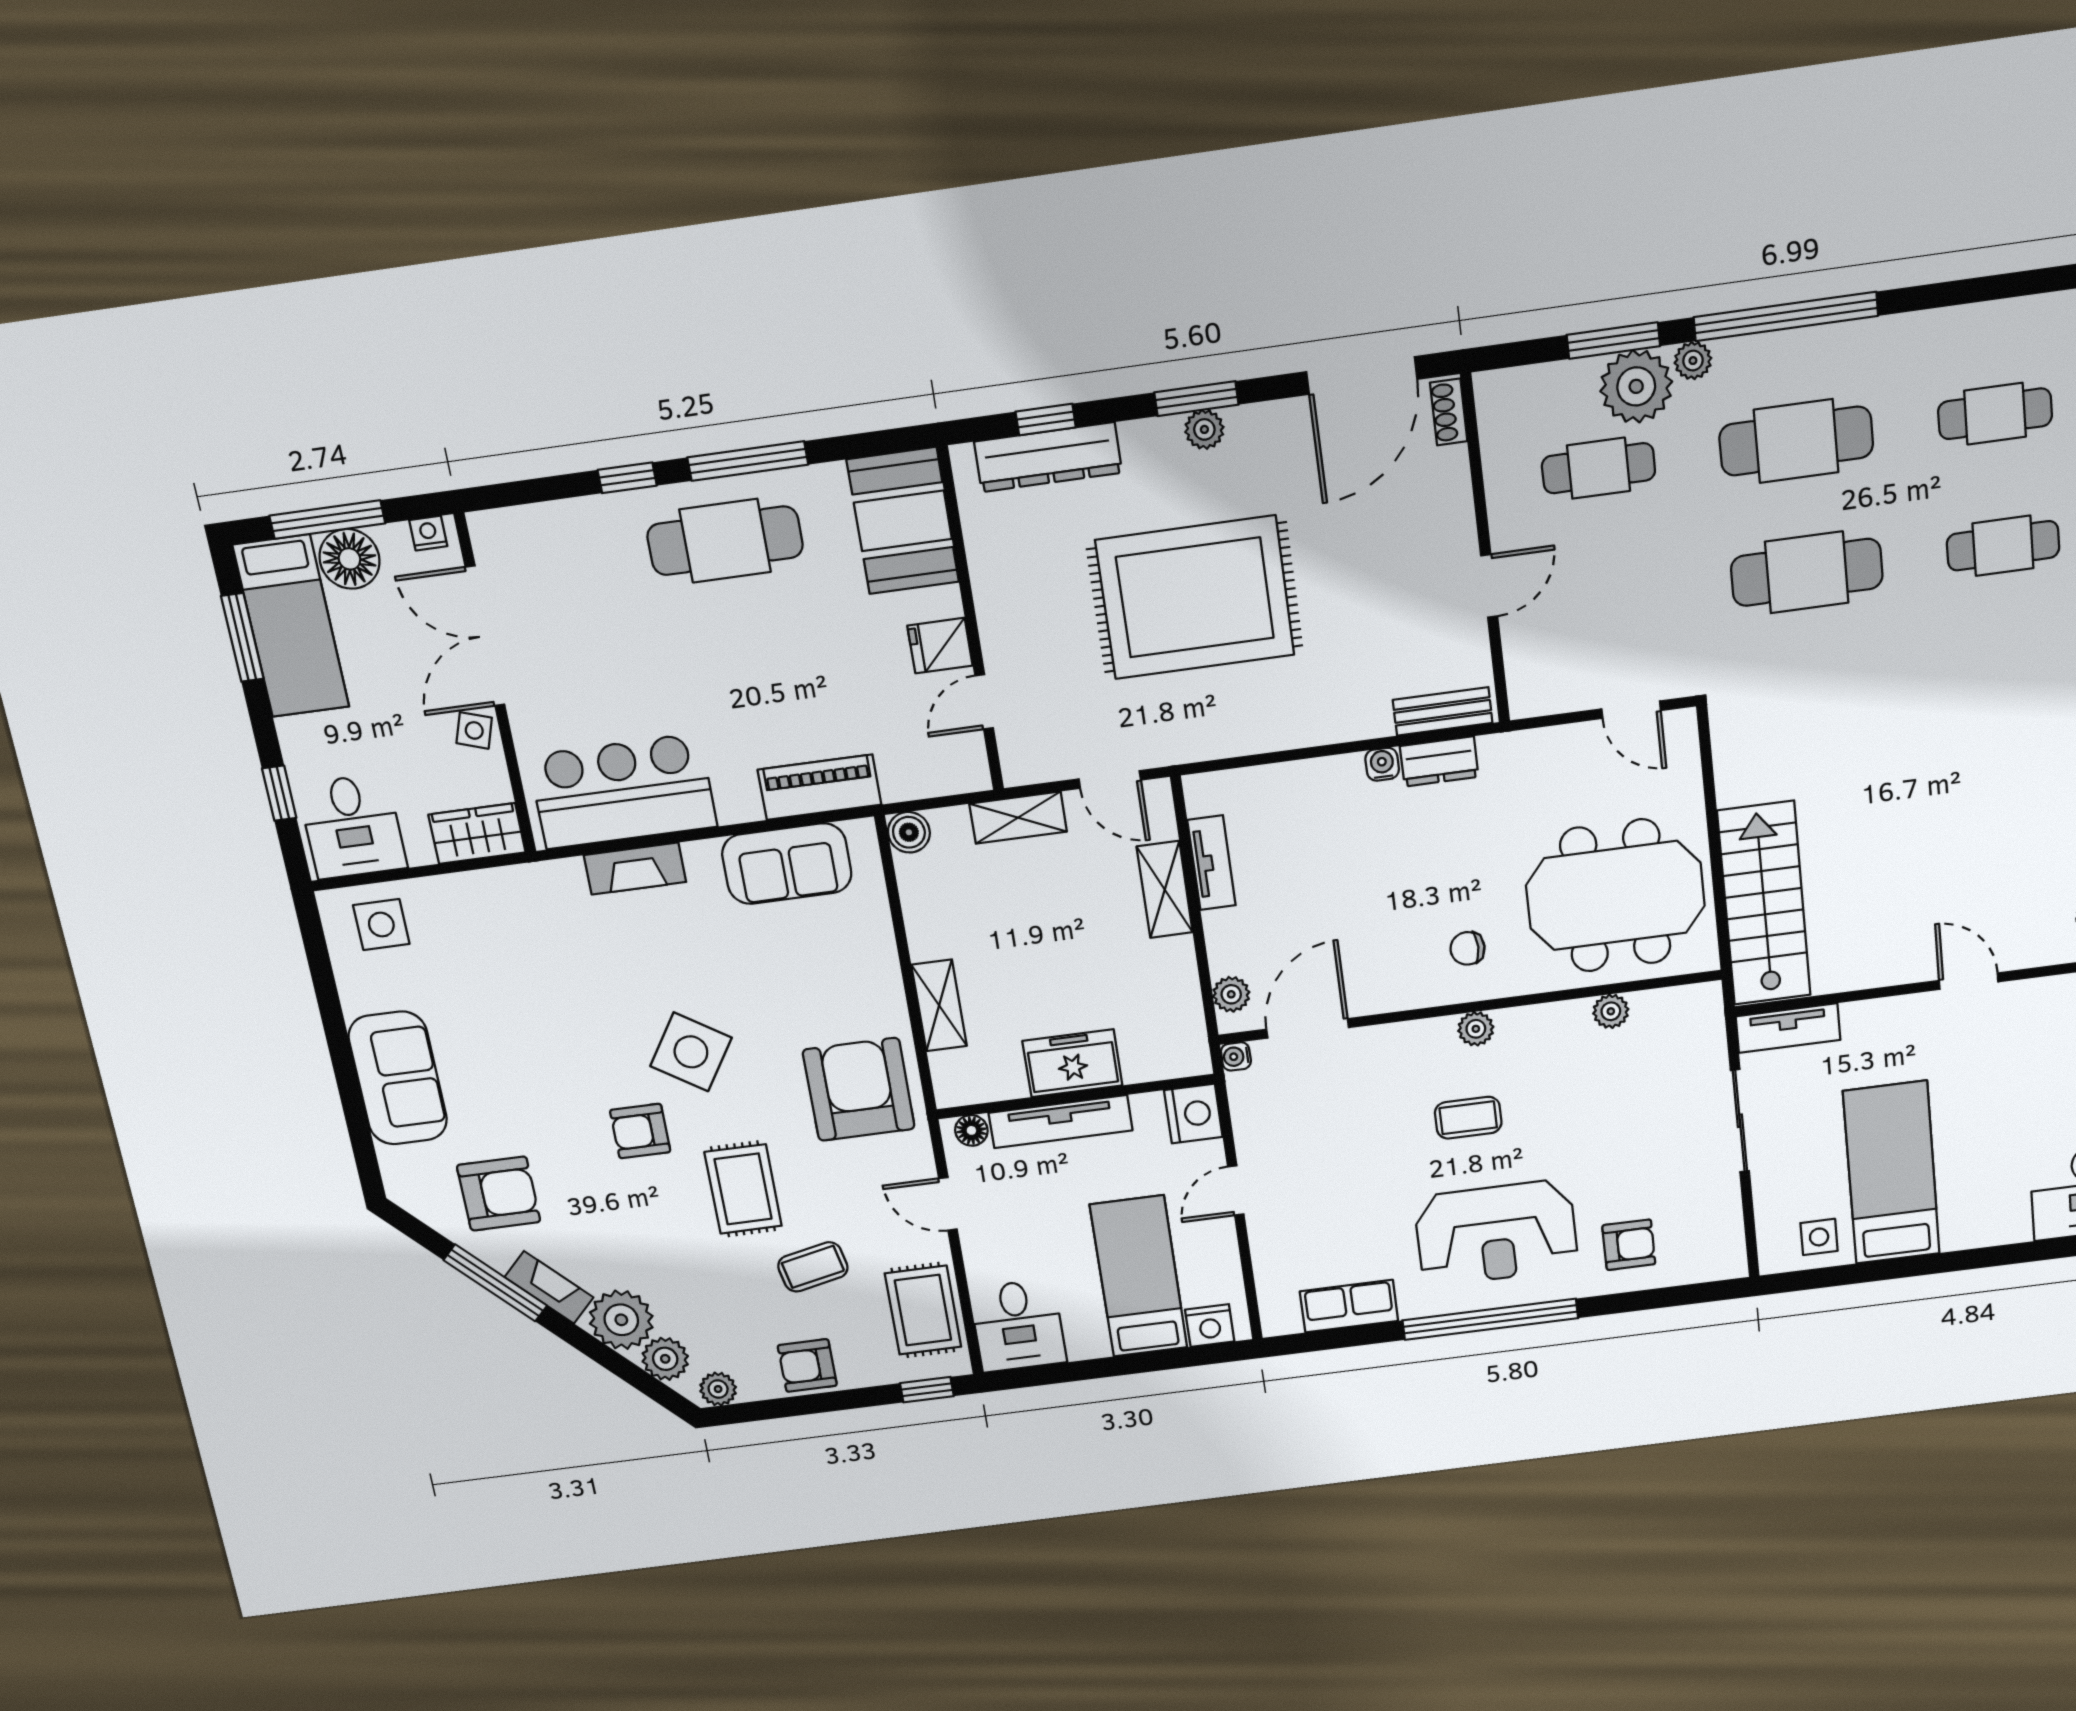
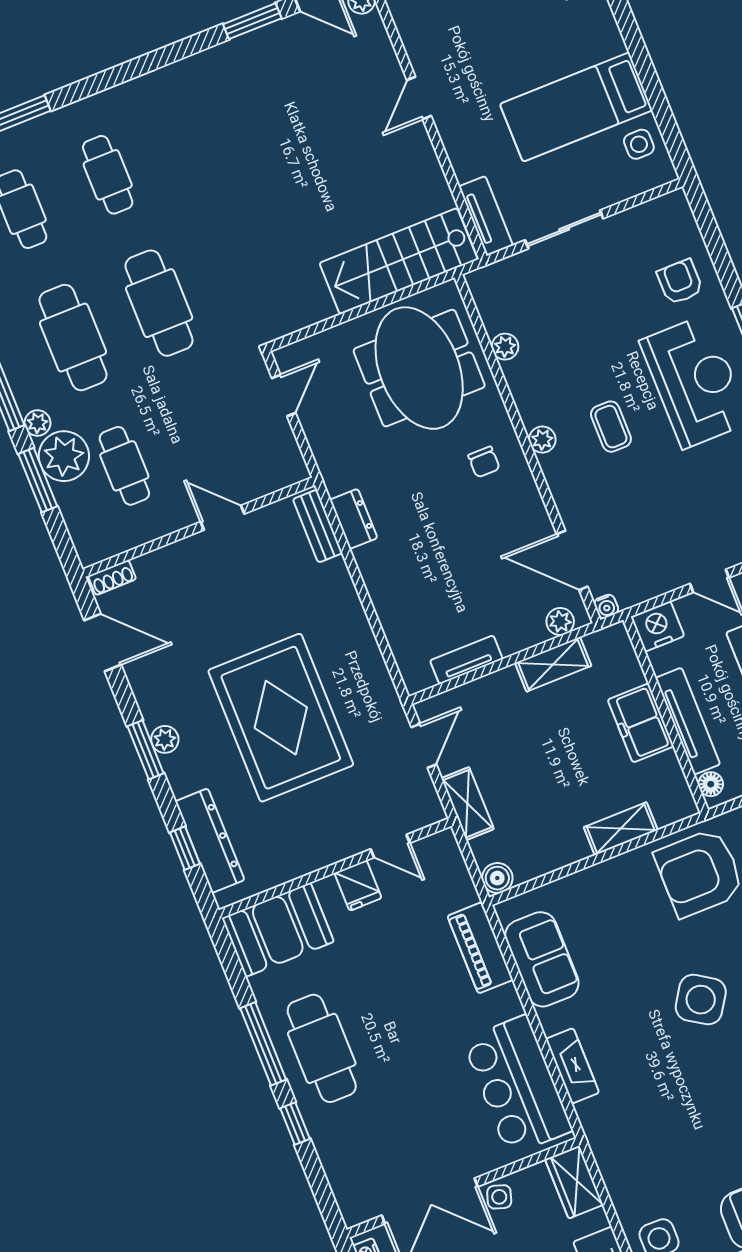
door: (1362, 376) -> (103, 642), width x0.73
water cooler: (1382, 764) -> (365, 558), removed
shelving: (1165, 889) -> (553, 664), moved

